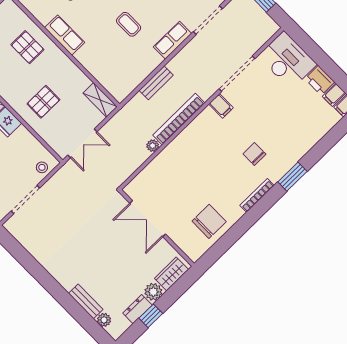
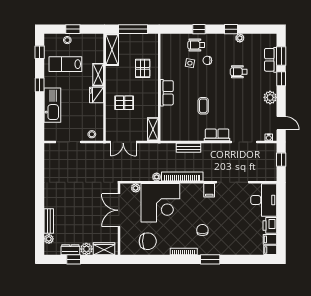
row of seats: (65, 35) -> (167, 93), moved
corner desk: (183, 169) -> (160, 203), added
plant: (142, 178) -> (136, 188), added

